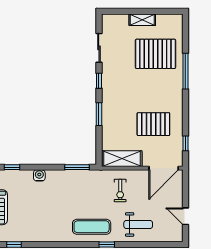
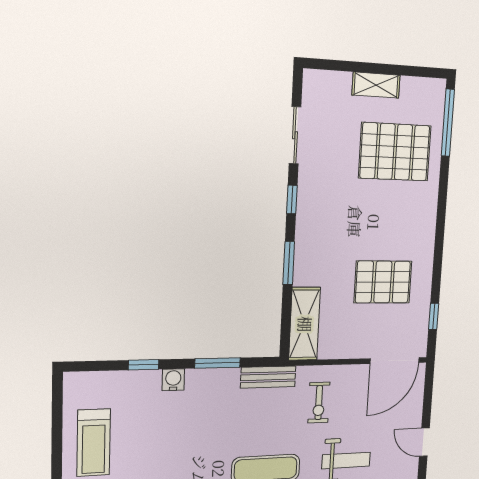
window: (185, 71) -> (448, 123), moved
shelving: (122, 159) -> (305, 324), moved, turned 90
window: (12, 167) -> (144, 365), moved
window: (77, 167) -> (218, 363), moved
bench: (91, 175) -> (268, 377), added

